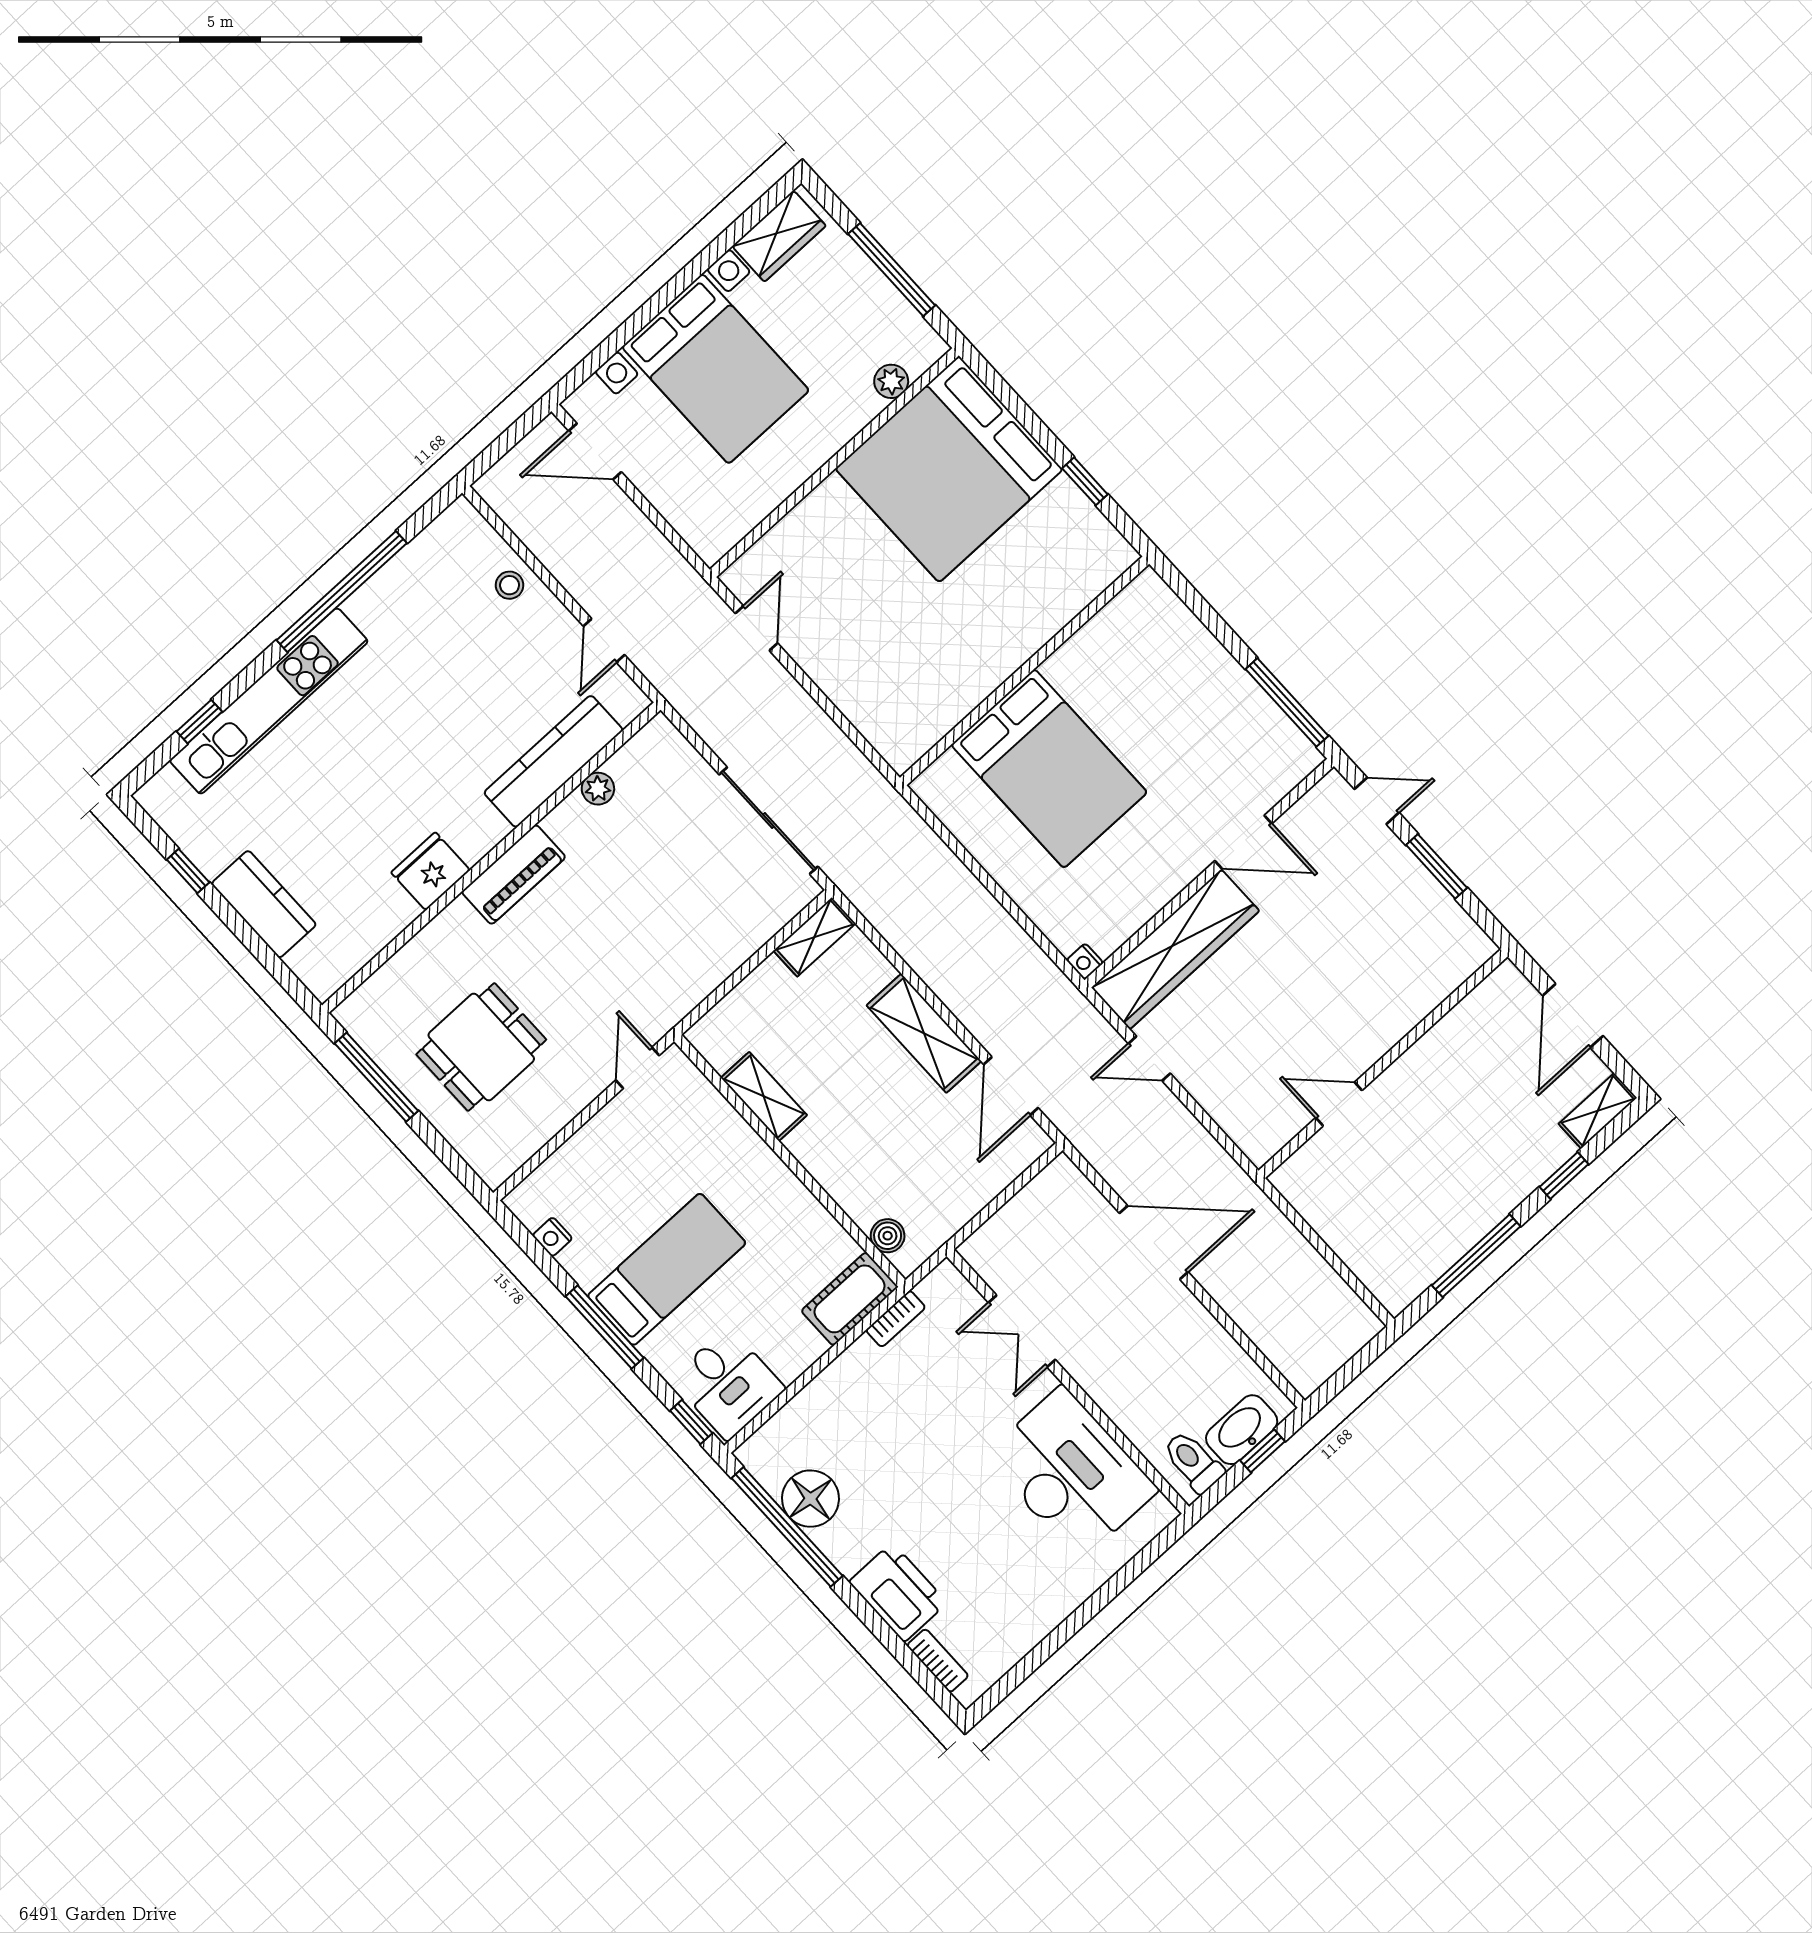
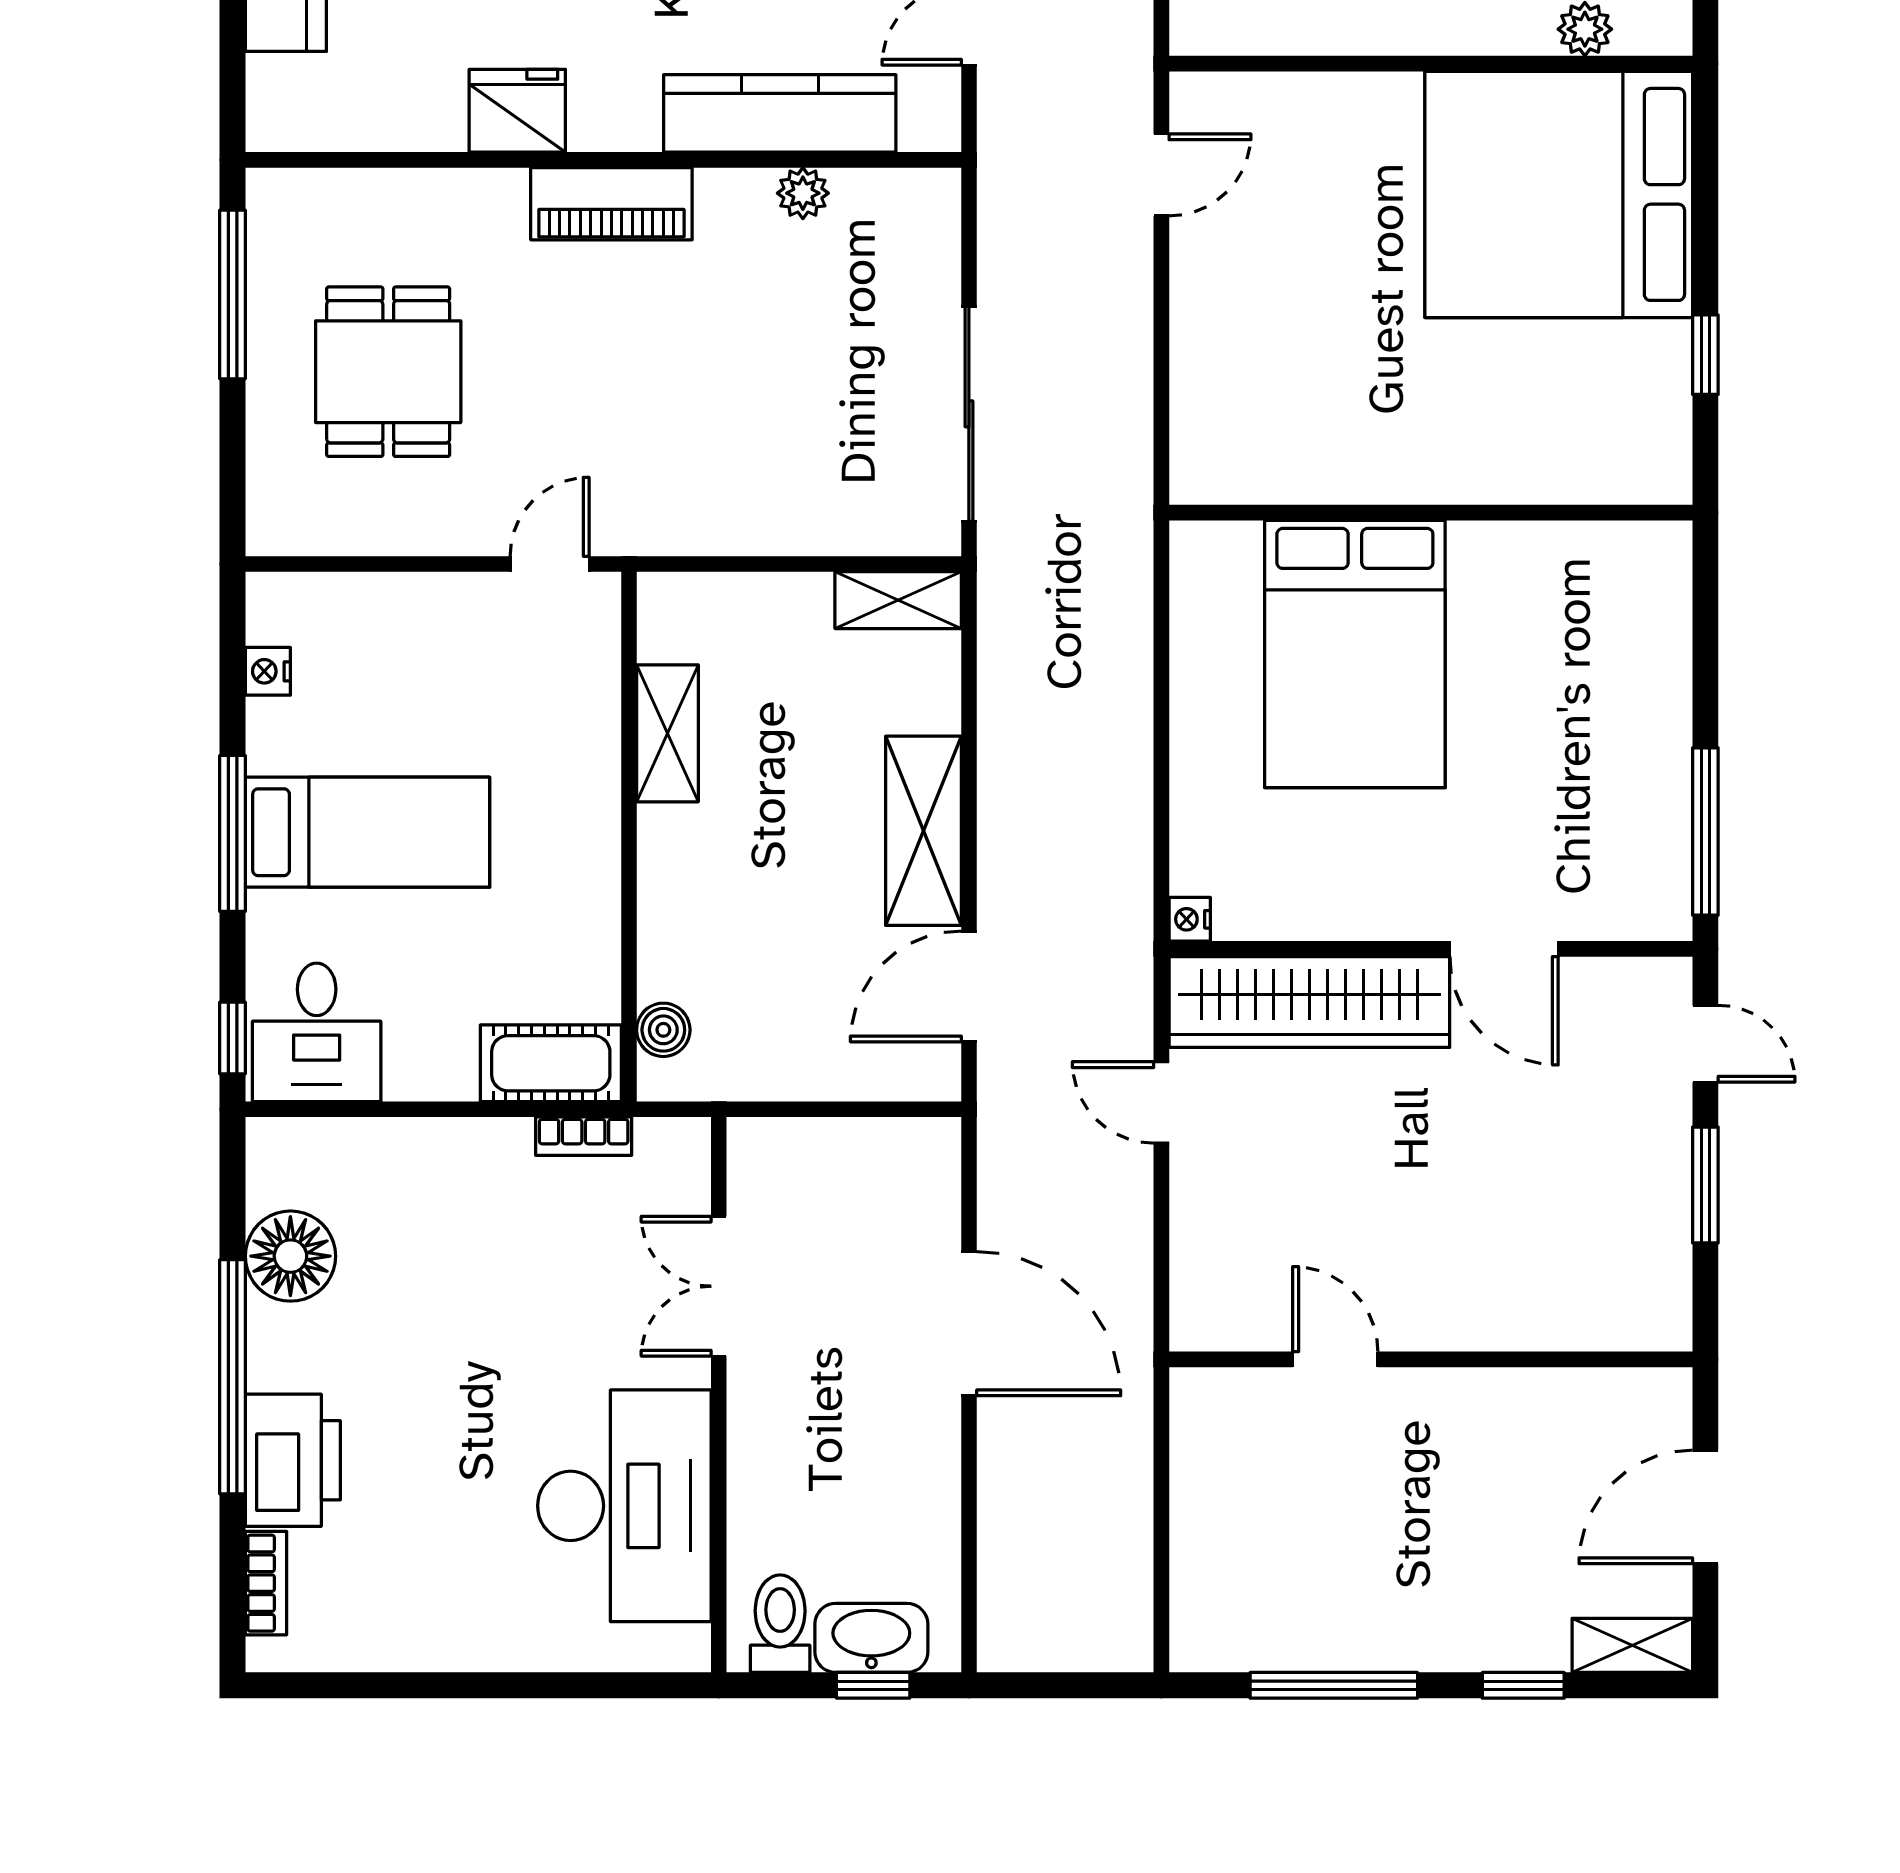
dining table: (481, 1047) -> (388, 372), turned 90
window: (787, 1527) -> (233, 1377), moved

